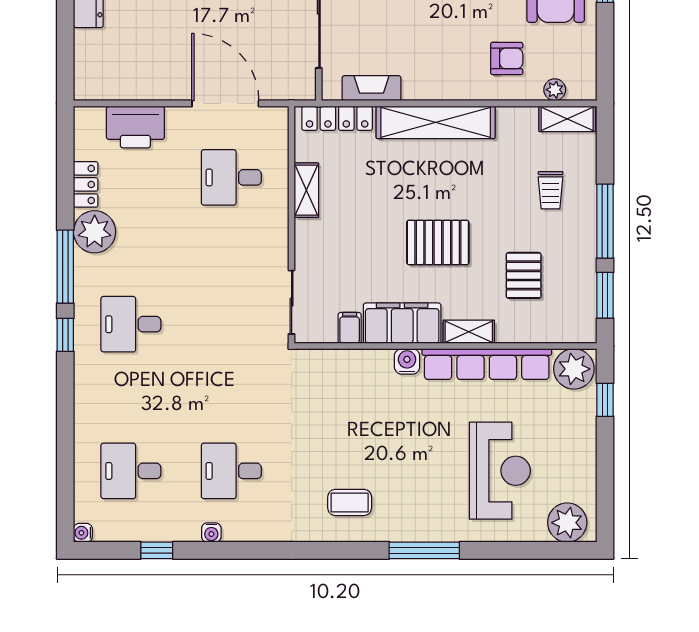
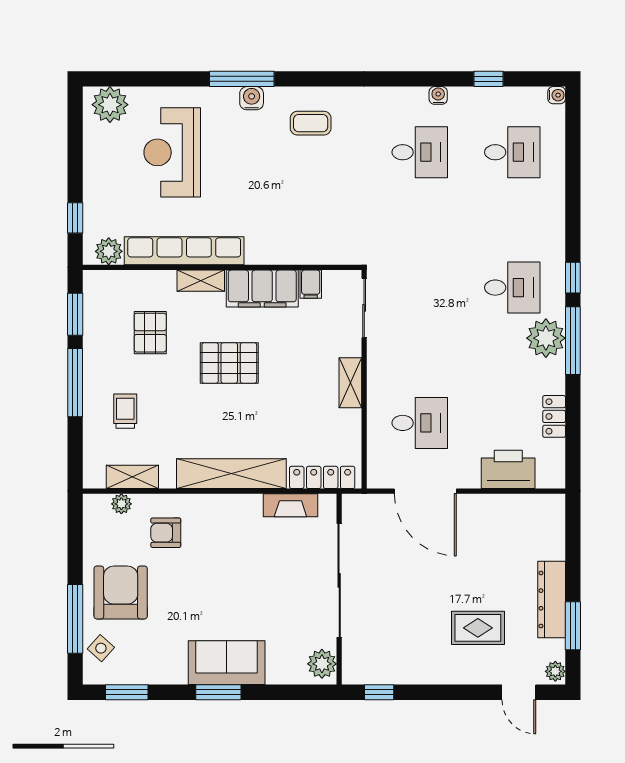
shelving: (567, 119) -> (132, 477), moved
shelving: (306, 190) -> (350, 383), moved
plant: (95, 232) -> (546, 338), moved
water cooler: (407, 361) -> (252, 98), moved, turned 180
plant: (574, 369) -> (109, 251), width x0.73, depth x0.73

